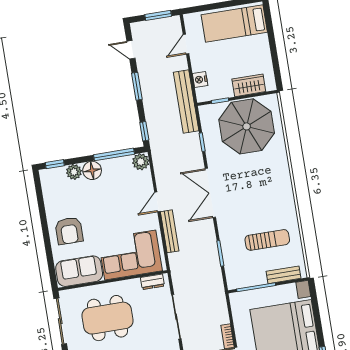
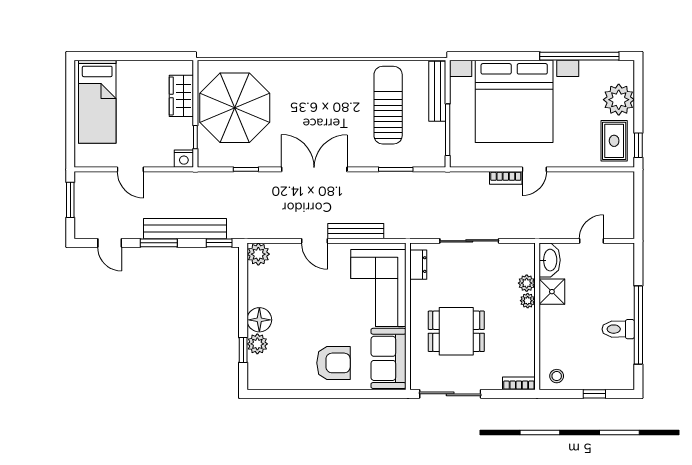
door: (186, 44) -> (130, 169), moved
door: (131, 50) -> (110, 243), hinge flipped
nightstand: (200, 80) -> (184, 159), moved
bench: (186, 101) -> (185, 229), moved
window: (114, 154) -> (243, 288), removed
window: (55, 164) -> (243, 350), moved
double door: (210, 193) -> (314, 169), swing flipped
sun lounger: (267, 240) -> (388, 105), width x1.36, depth x1.34
bench: (283, 275) -> (437, 91), width x1.36
dining table: (108, 318) -> (456, 331), width x0.73

